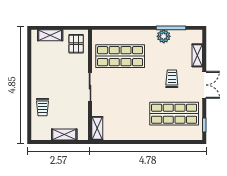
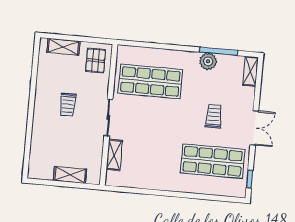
shelving: (197, 55) -> (250, 71), moved
trolley: (42, 107) -> (68, 105), moved
shelving: (97, 128) -> (114, 155), moved

